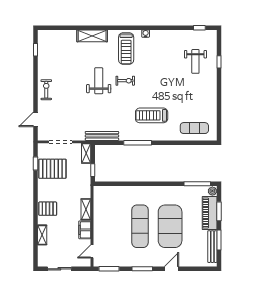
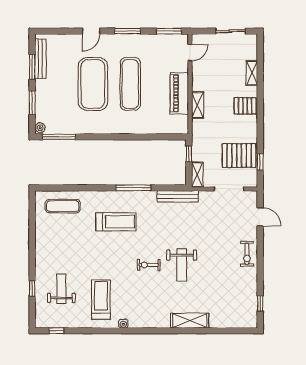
treadmill: (126, 49) -> (101, 300), moved
door: (36, 119) -> (260, 217), hinge flipped
piano: (210, 213) -> (179, 93), moved, turned 180
filing cabinet: (85, 230) -> (199, 79), removed

